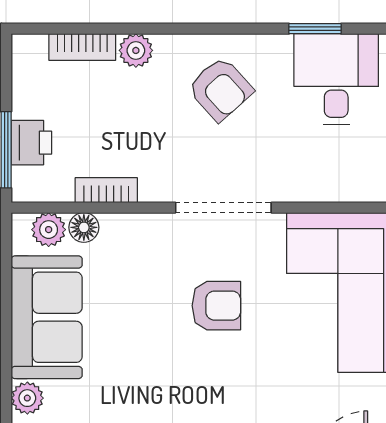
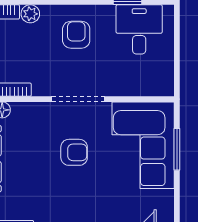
armchair: (220, 89) -> (76, 35), turned -138

